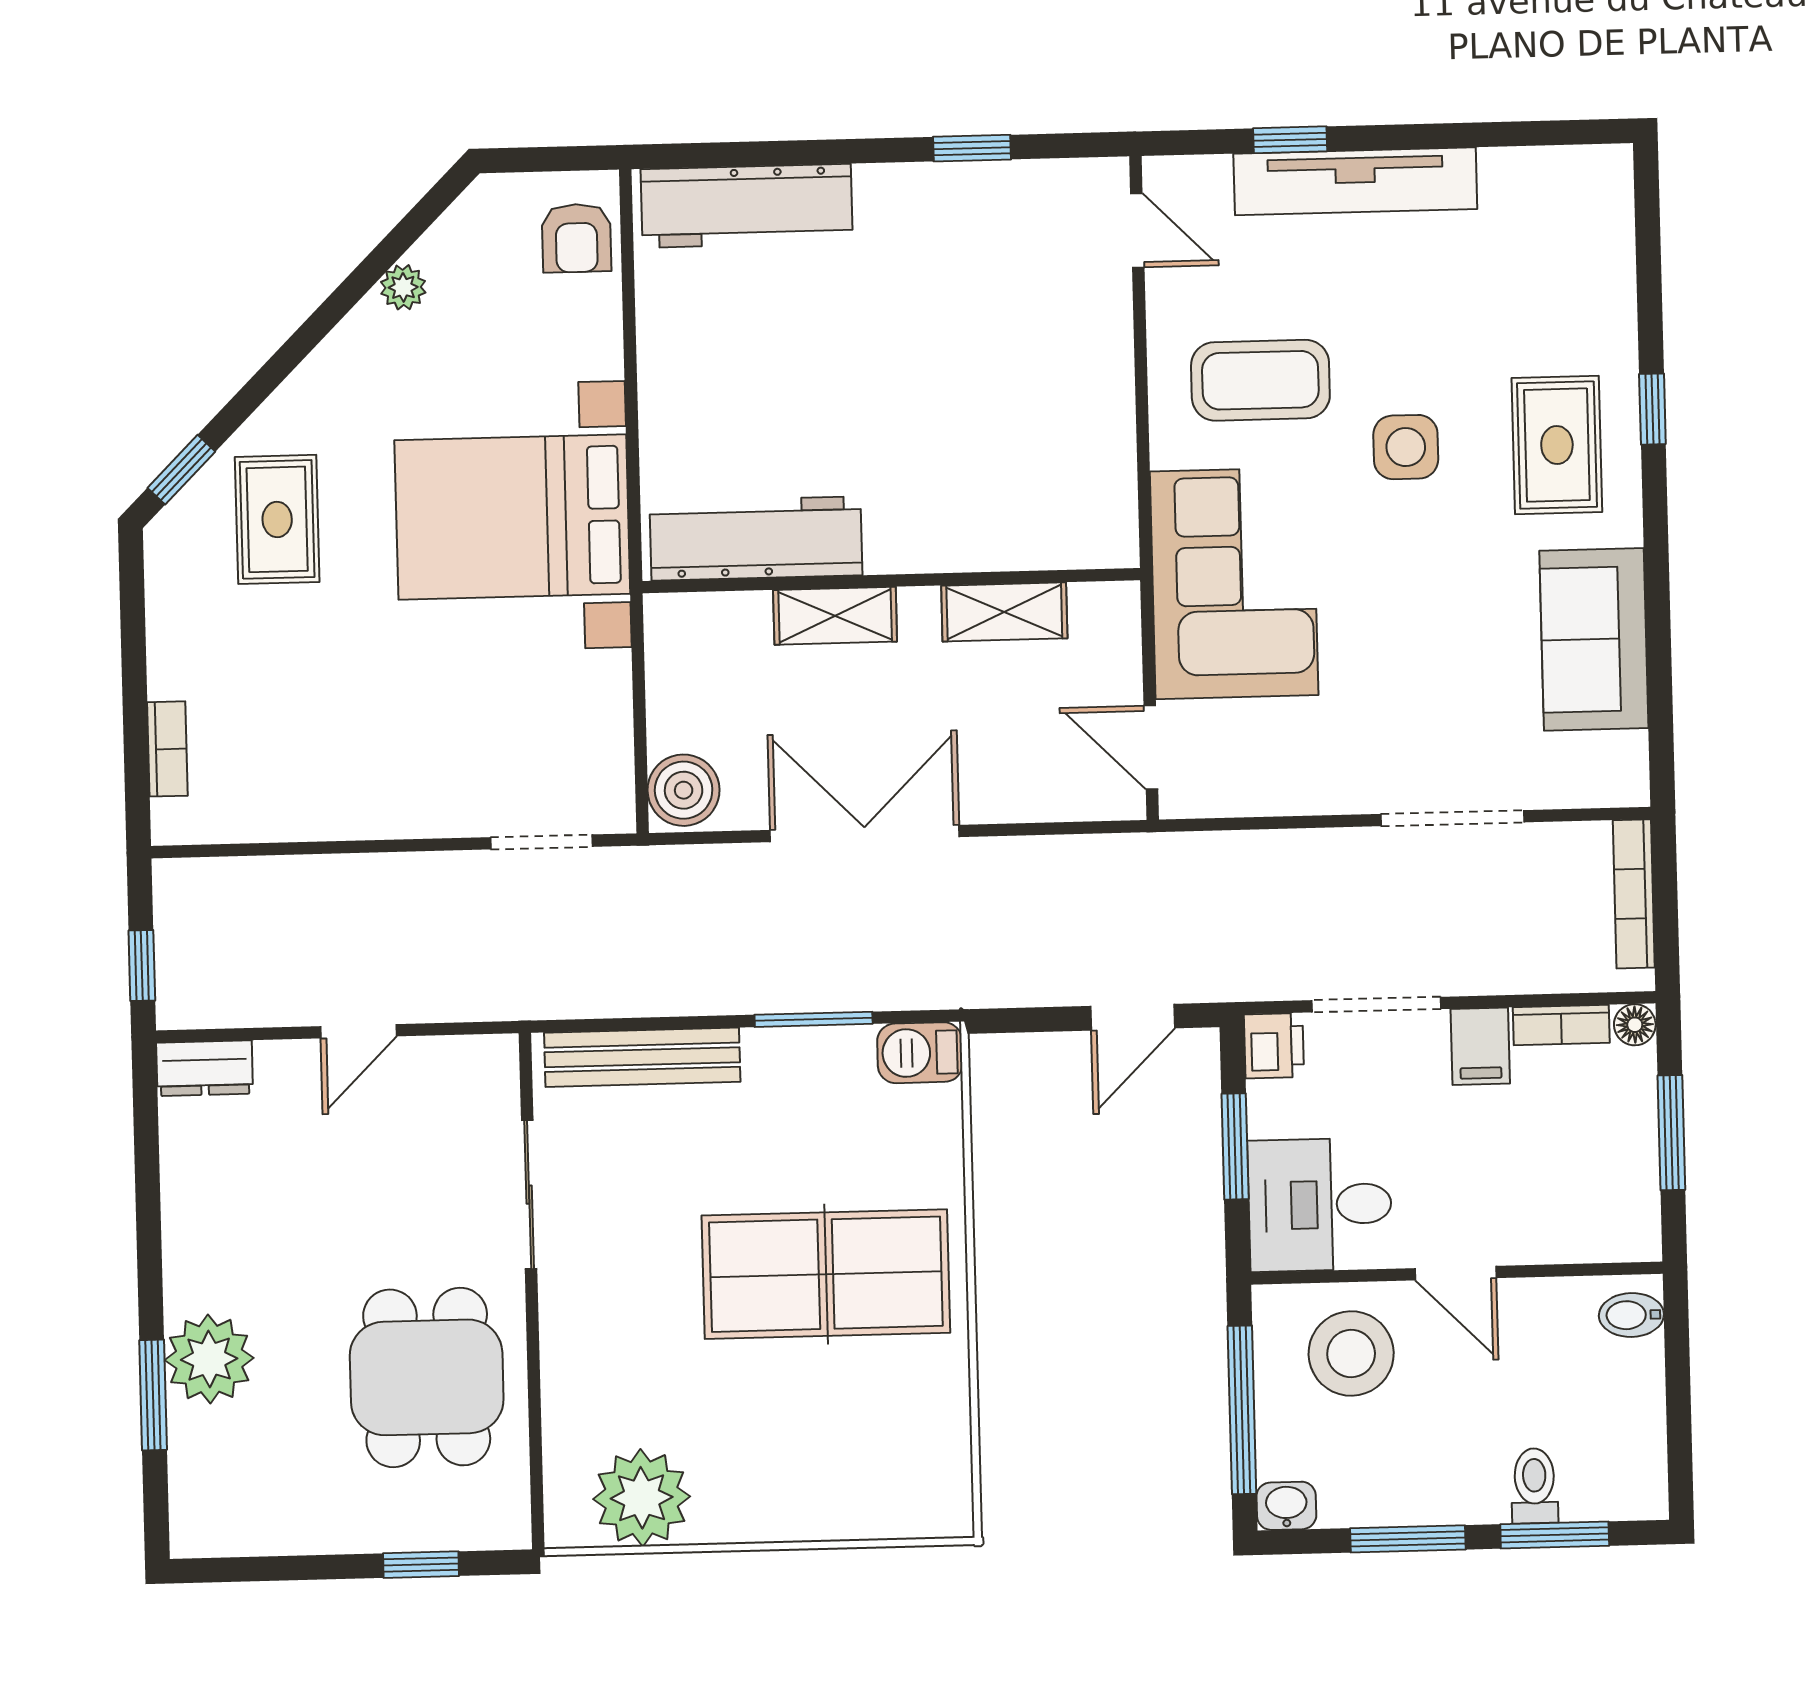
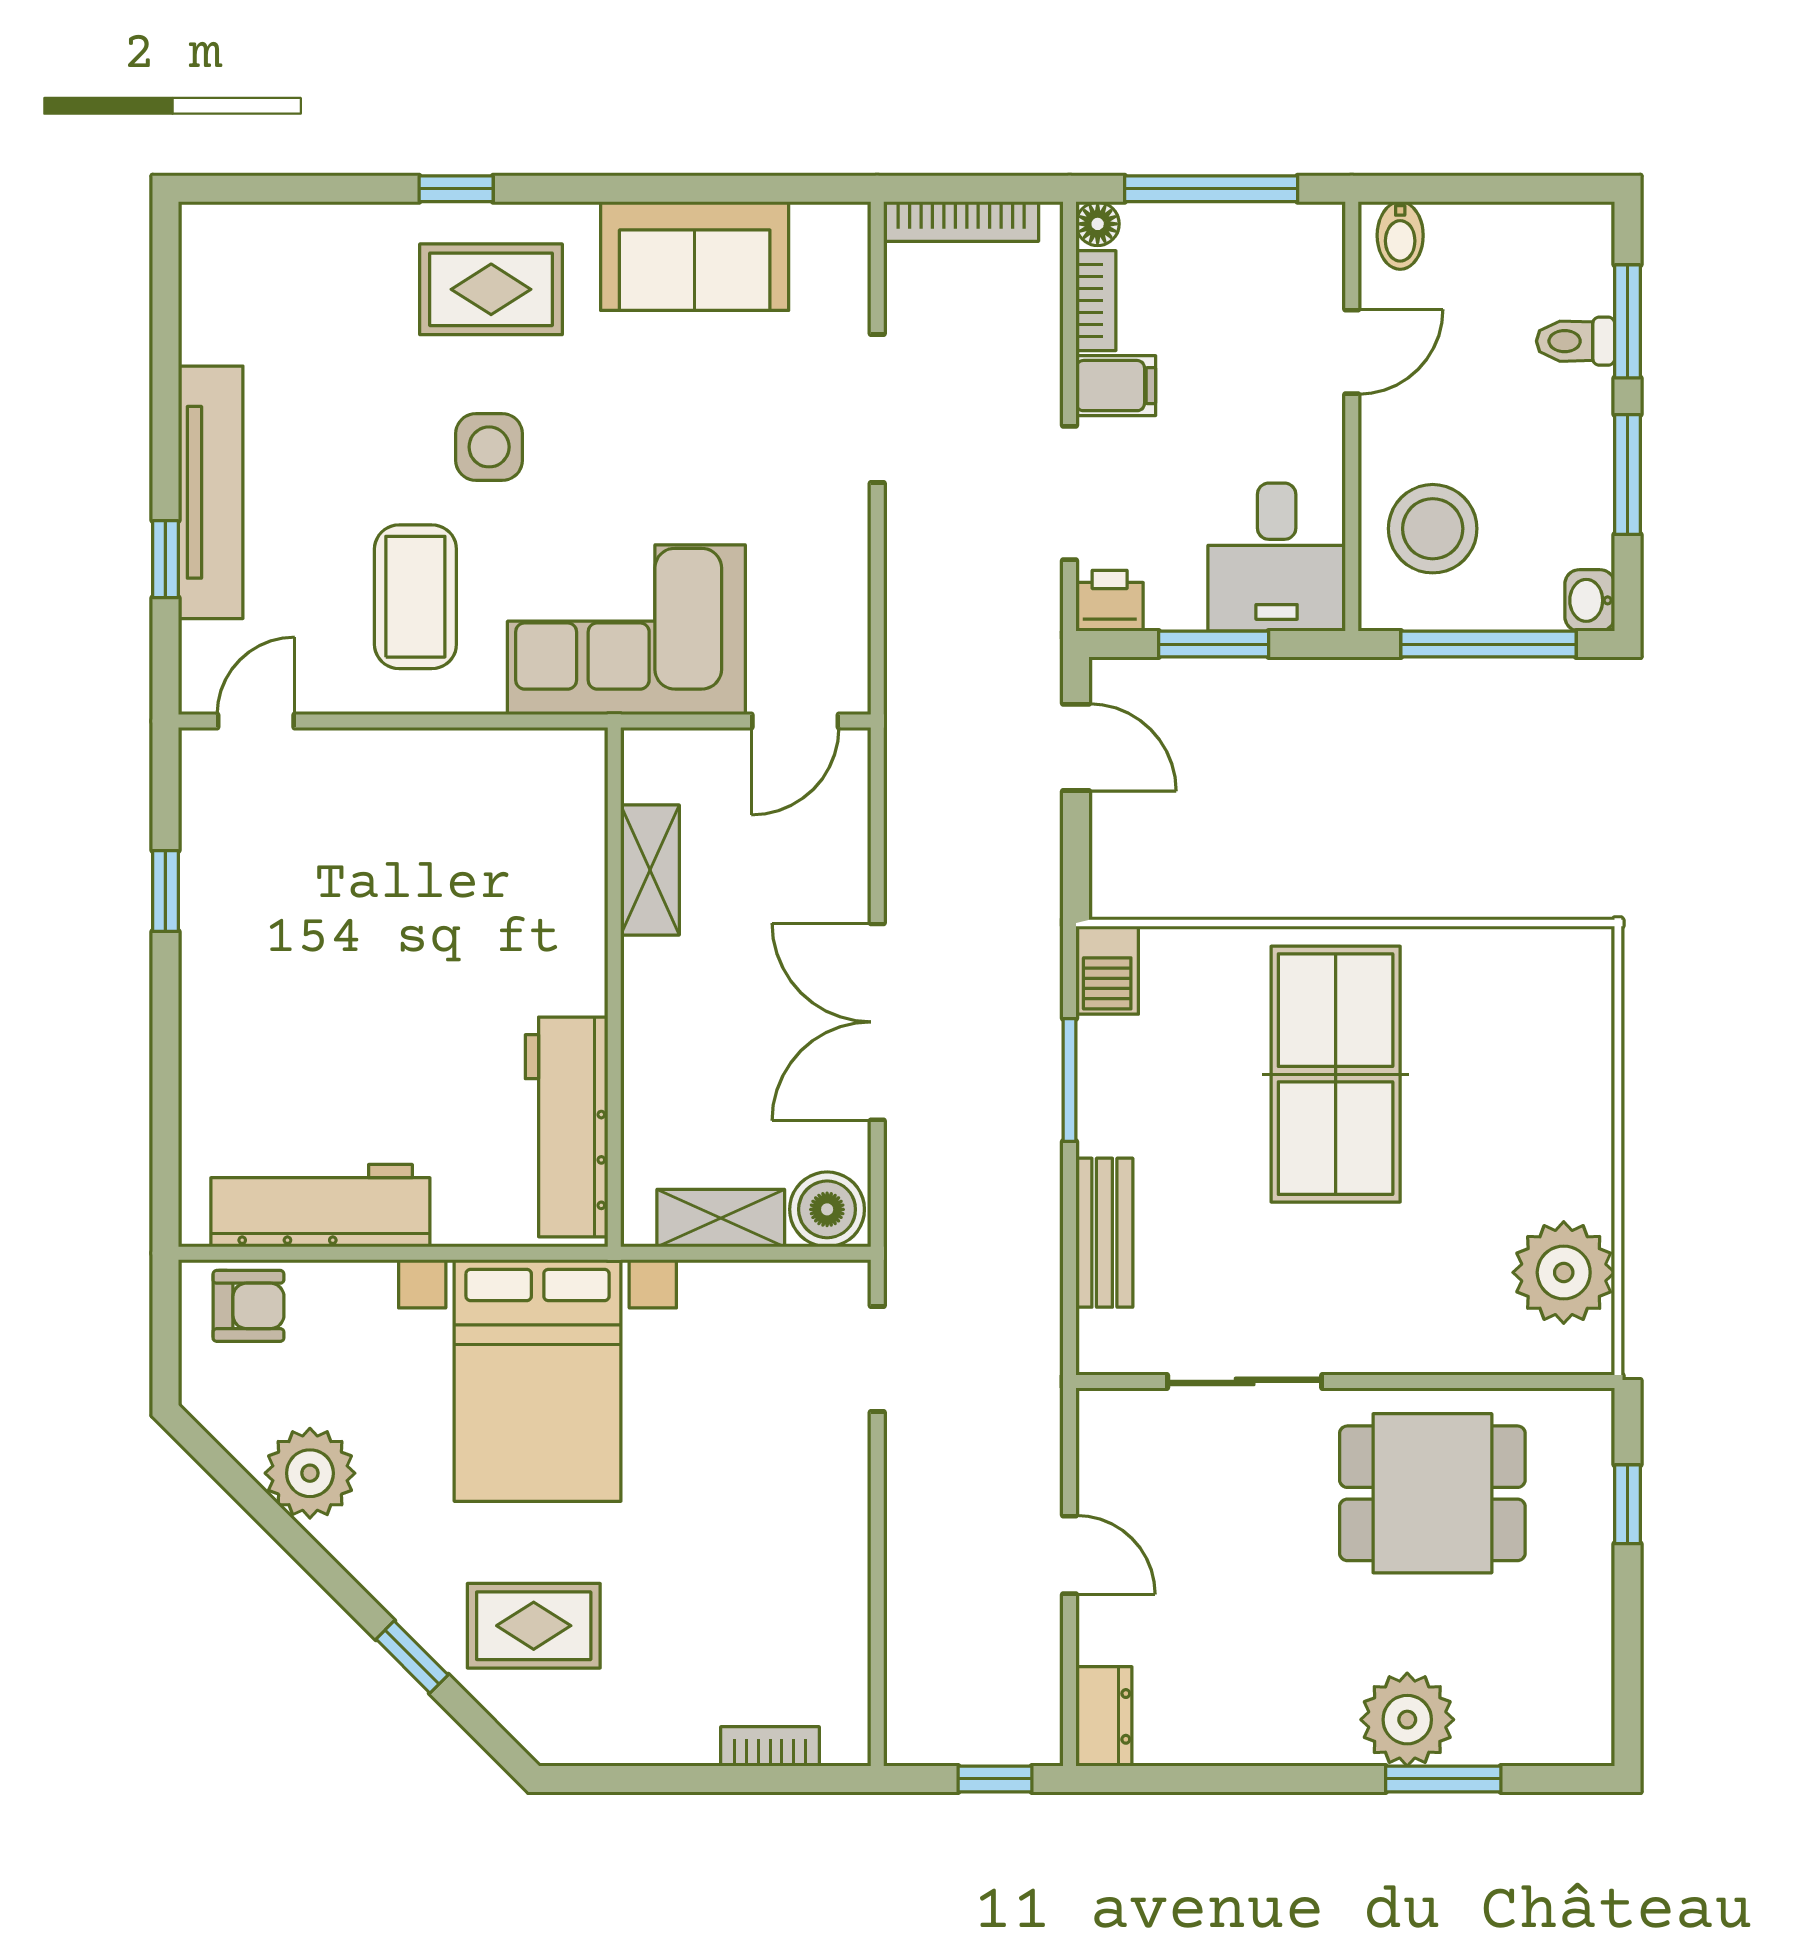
workbench: (747, 206) -> (320, 1206), moved, turned -90
plant: (403, 287) -> (310, 1473), width x1.87, depth x1.87
window: (181, 470) -> (412, 1657), moved
shelving: (835, 616) -> (721, 1218), moved, turned 90
bench: (642, 1057) -> (1104, 1233), width x0.73
window: (1671, 1133) -> (1211, 189), width x1.44
door: (1456, 1273) -> (1352, 352), moved

